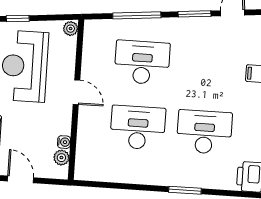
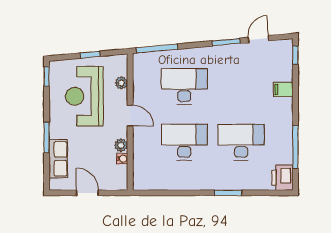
window: (137, 15) -> (157, 49), moved
window: (18, 18) -> (90, 55), moved
plant: (71, 29) -> (121, 83), moved
plant: (61, 158) -> (121, 145), moved

